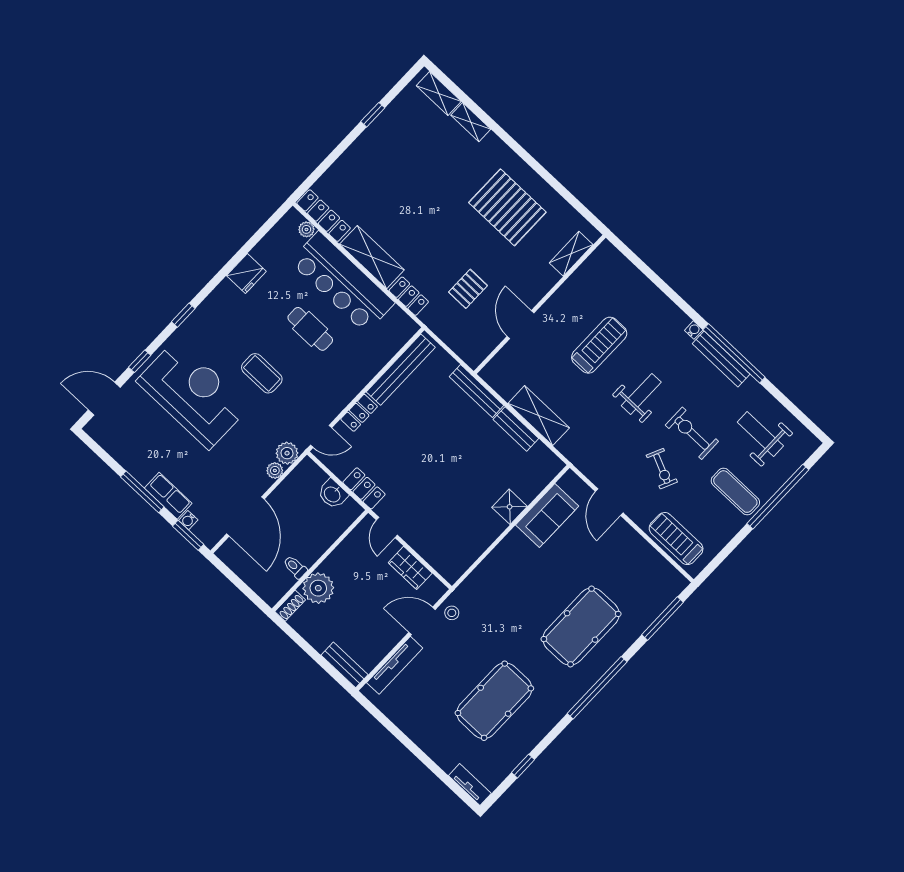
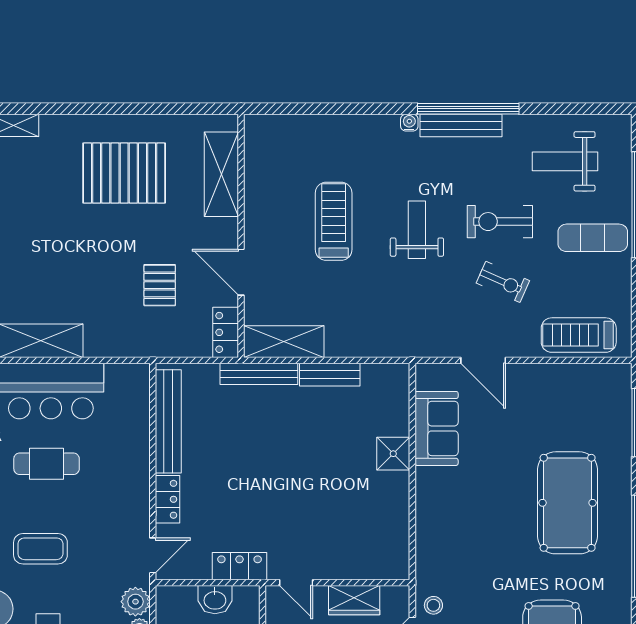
shelving: (571, 254) -> (221, 174), width x1.50, depth x1.33
locker: (409, 296) -> (226, 332), moved, turned -90
shelving: (539, 416) -> (284, 342), moved

